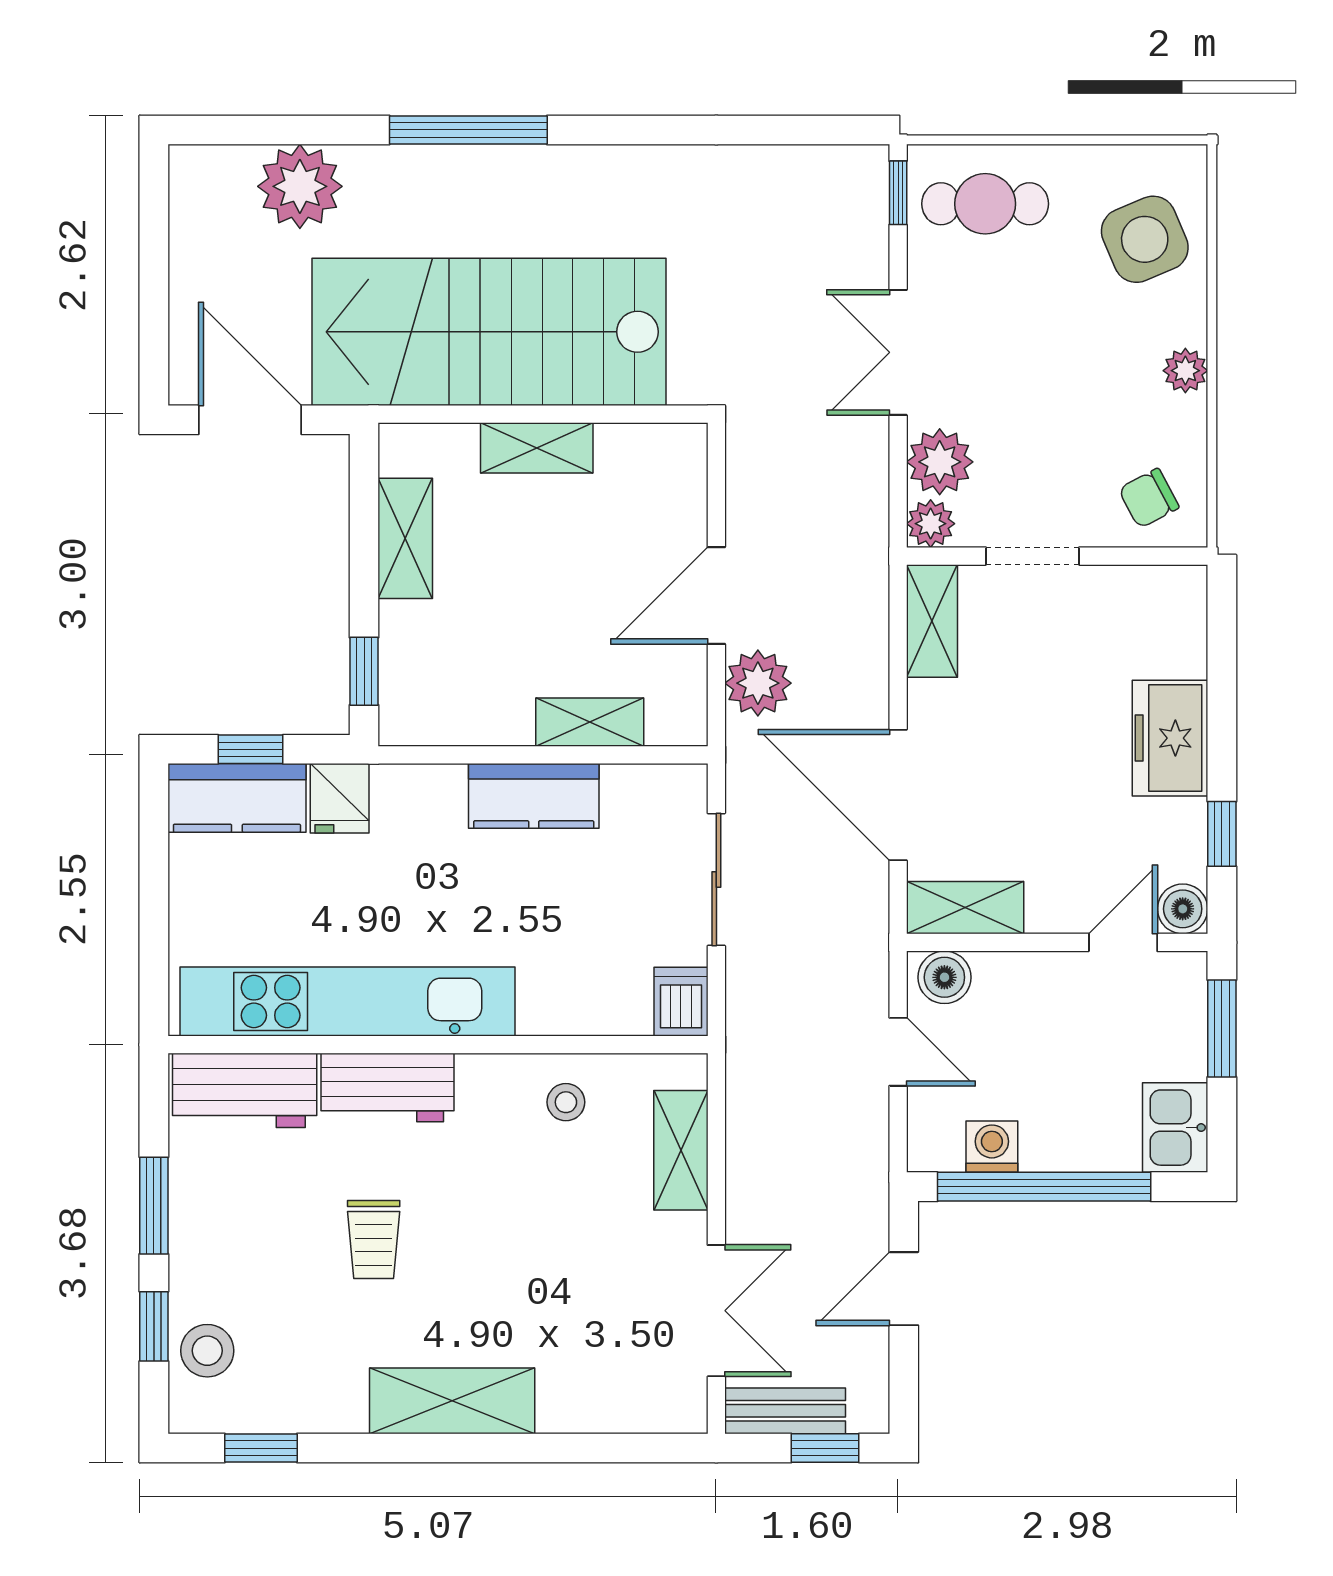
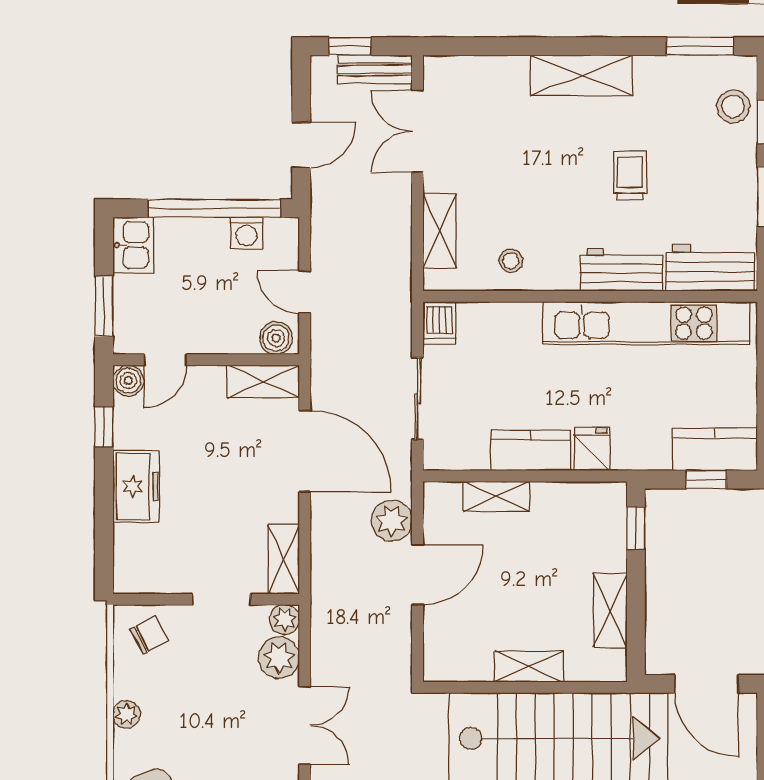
fridge: (340, 798) -> (592, 449), moved
window: (261, 1448) -> (700, 46), width x1.50

